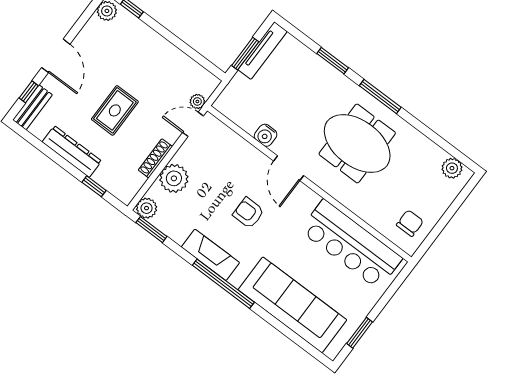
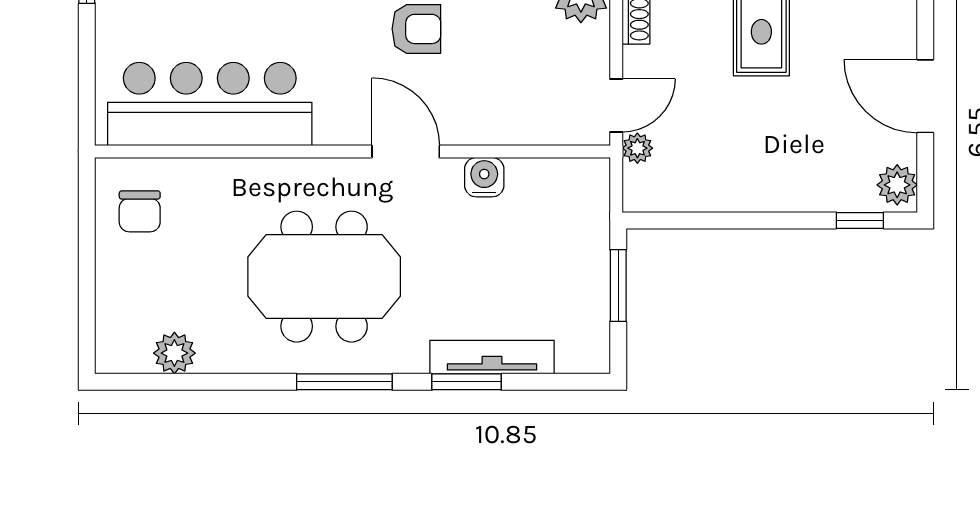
tv unit: (263, 51) -> (492, 357), moved, turned 90
door: (56, 56) -> (925, 96), moved
plant: (452, 168) -> (174, 353), moved

